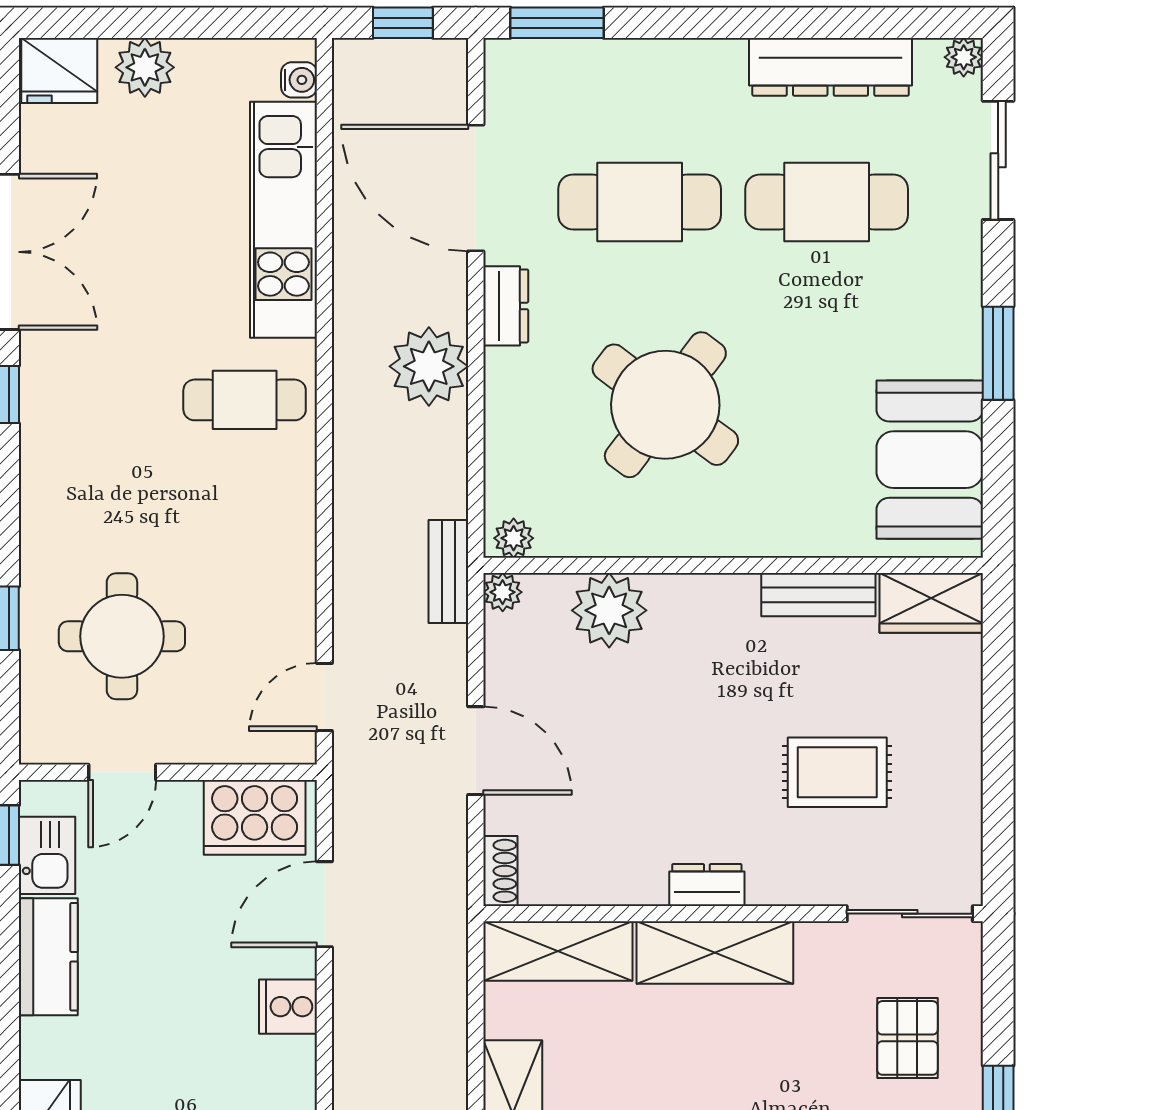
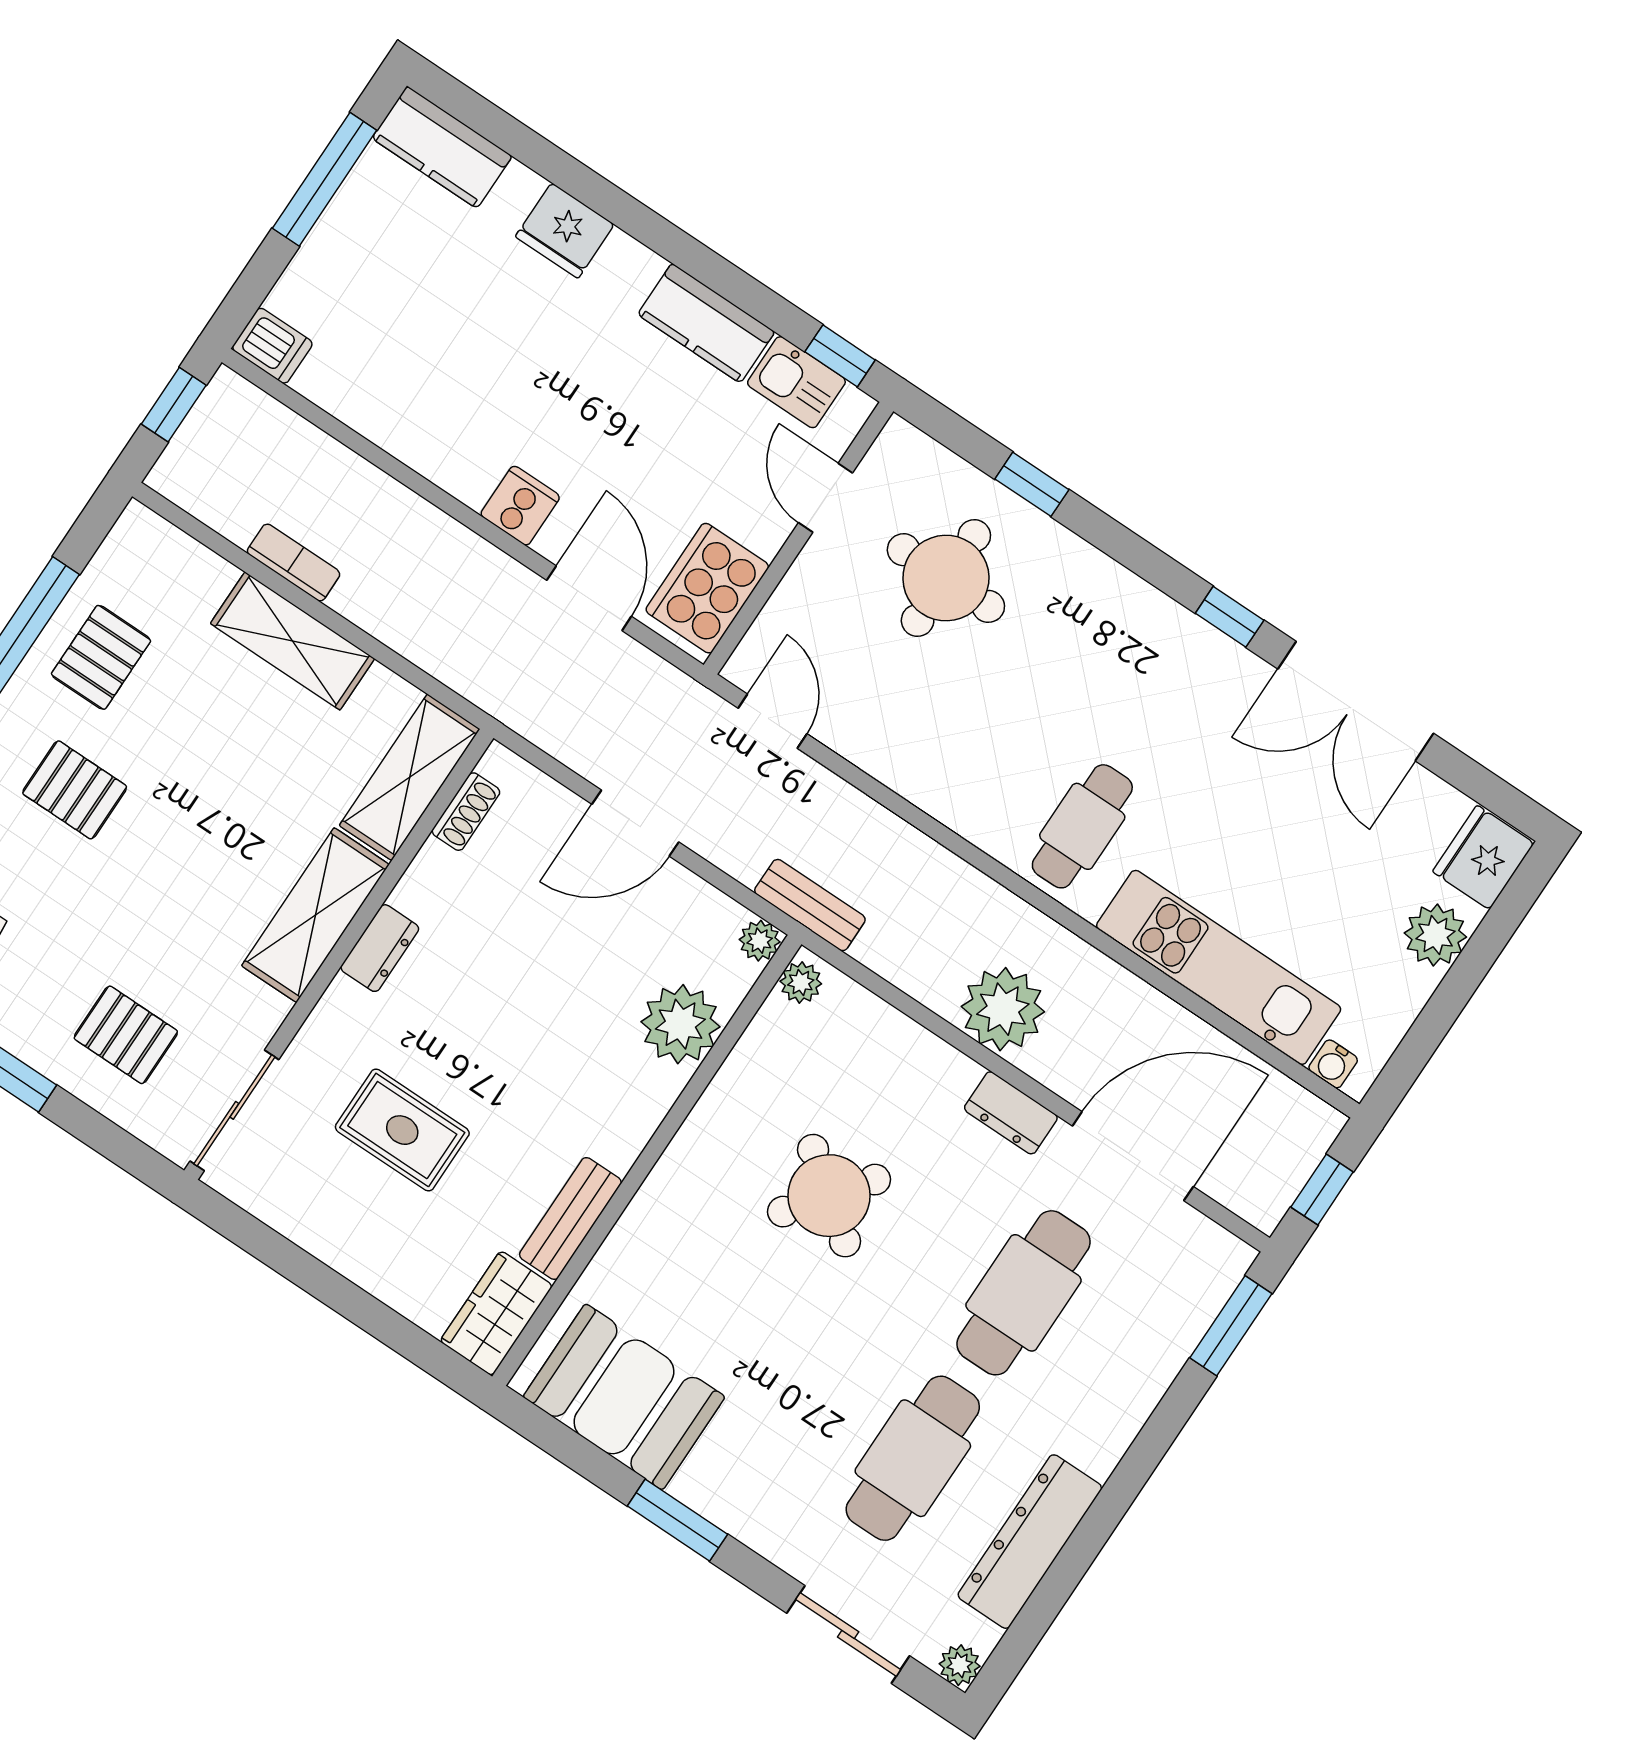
round table: (665, 405) -> (829, 1196), width x0.73, depth x0.73
rug: (837, 772) -> (402, 1130), turned 90
shoe rack: (500, 871) -> (466, 812), moved, turned -90

